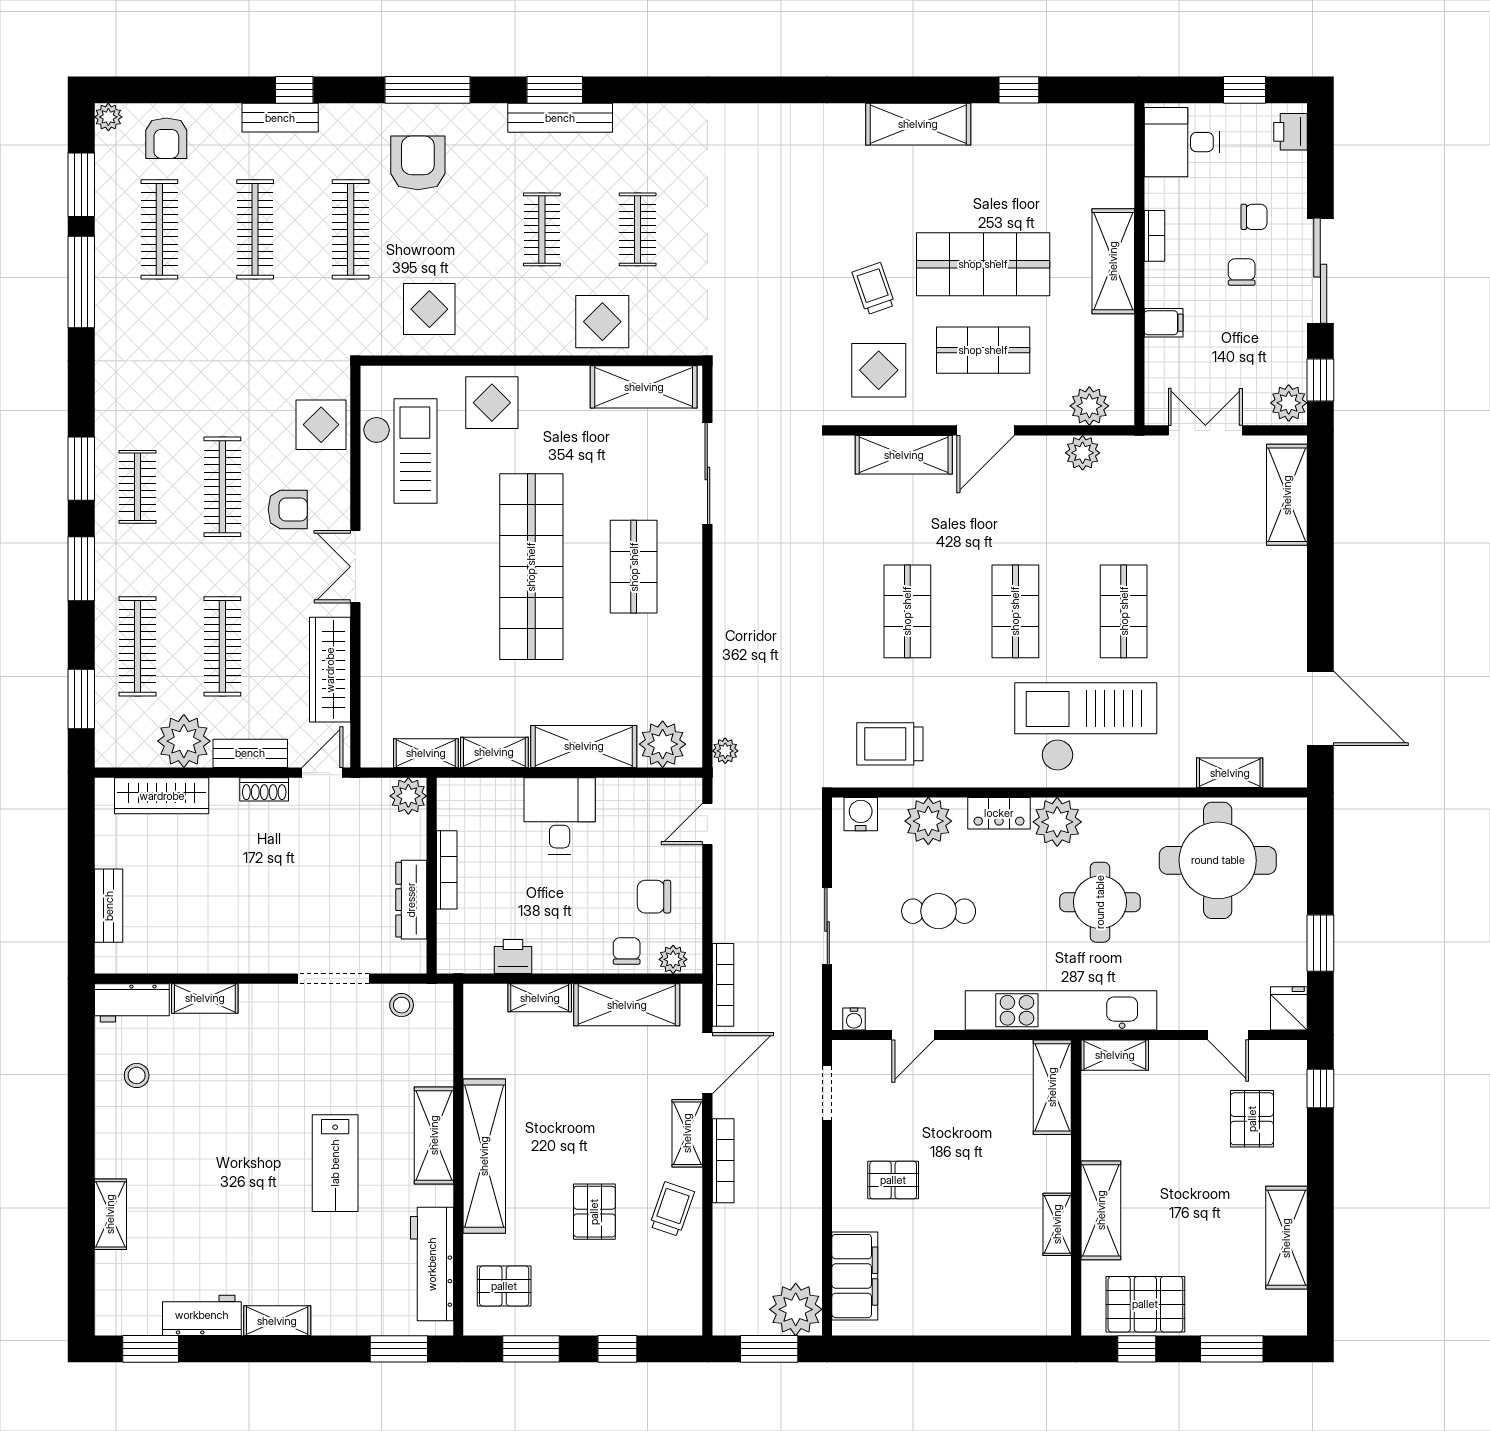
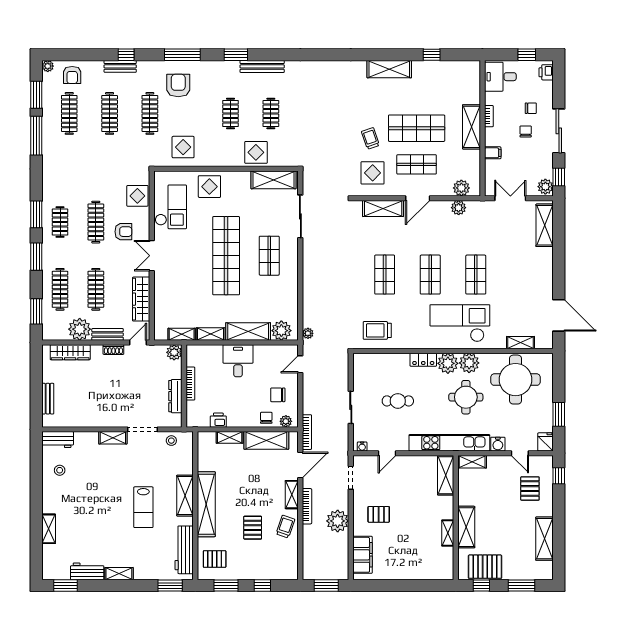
bench: (560, 118) -> (262, 66), moved
water cooler: (861, 814) -> (498, 444), moved, turned 180
plant: (928, 821) -> (469, 363), moved
shelving: (205, 998) -> (113, 438), moved
plant: (796, 1309) -> (338, 521), moved

